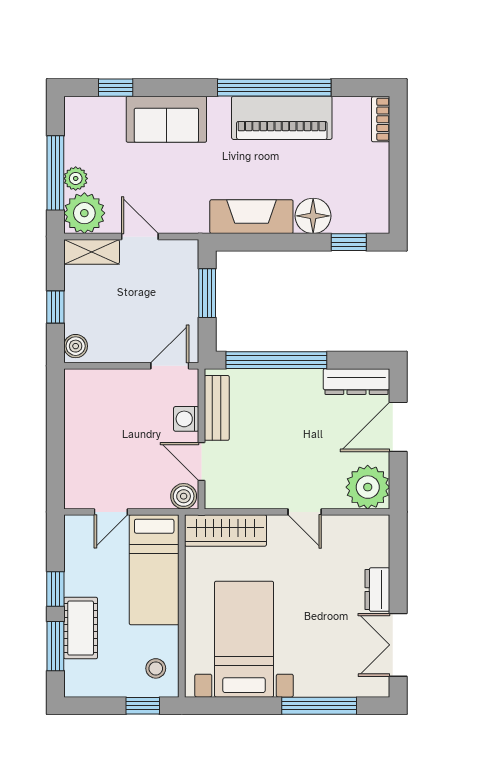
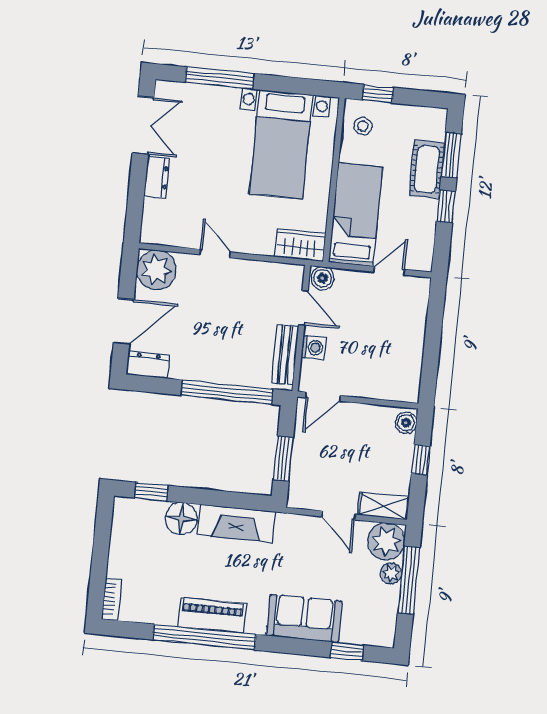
piano: (282, 118) -> (212, 615), width x0.73, depth x0.75
dresser: (357, 382) -> (148, 365), width x0.70
wardrobe: (226, 530) -> (300, 245), width x0.67

